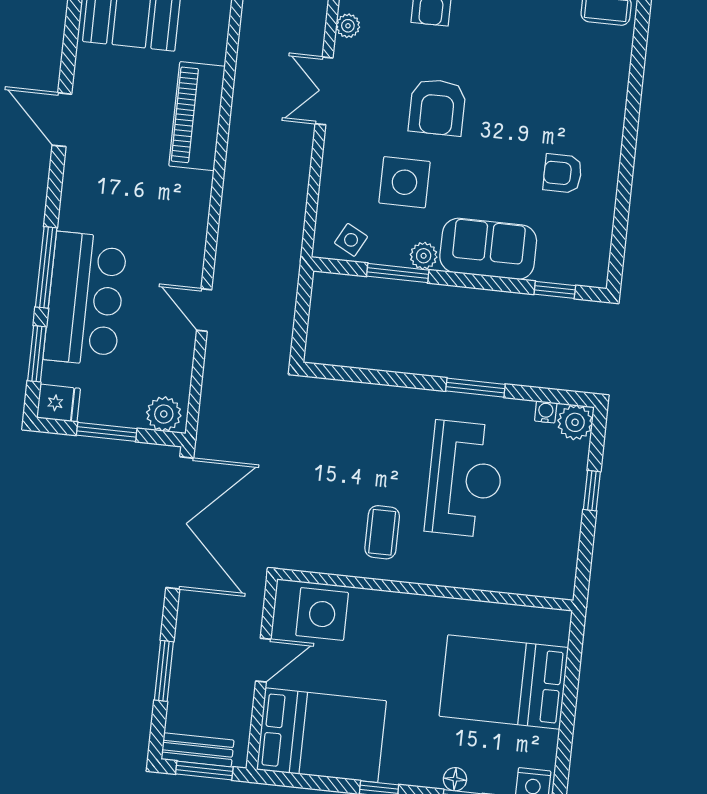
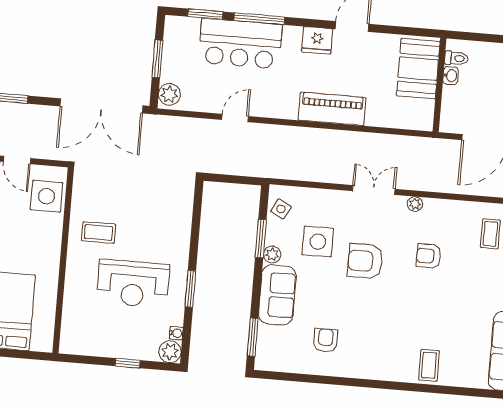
piano: (197, 116) -> (332, 109), moved
window: (555, 290) -> (253, 337), width x1.50
fridge: (58, 403) -> (317, 40), moved, width x1.38

